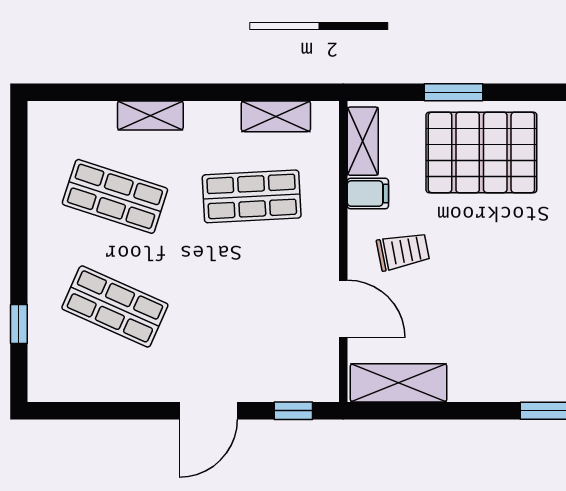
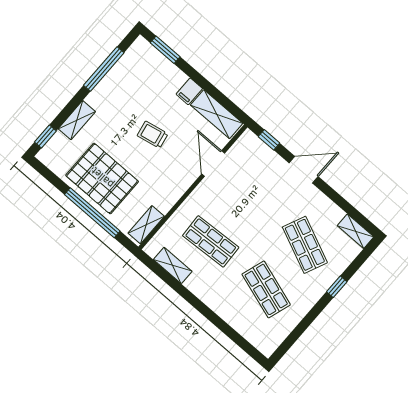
window: (453, 92) -> (92, 213), width x2.11
shelving: (150, 115) -> (355, 231), moved
filing cabinet: (368, 194) -> (189, 91), moved, turned -90
trolley: (403, 251) -> (153, 135), moved
window: (19, 324) -> (337, 287), moved

